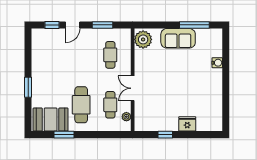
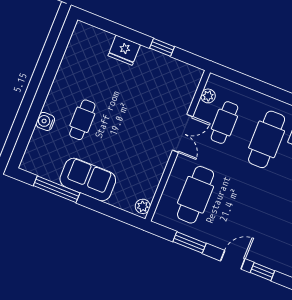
plant: (143, 39) -> (143, 206), width x0.53, depth x0.53
cafe table: (110, 55) -> (196, 195), width x1.37, depth x1.35
cafe table: (196, 73) -> (82, 120), added

